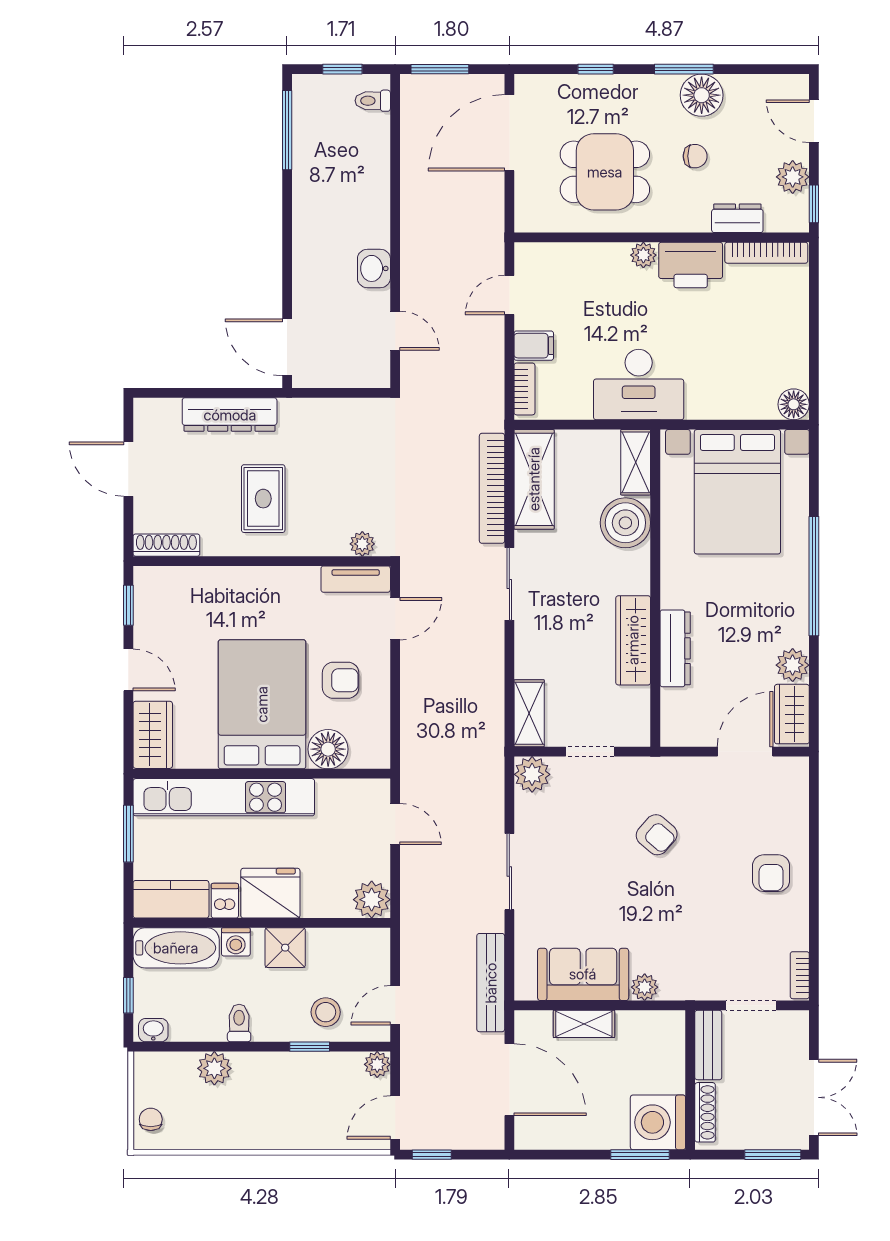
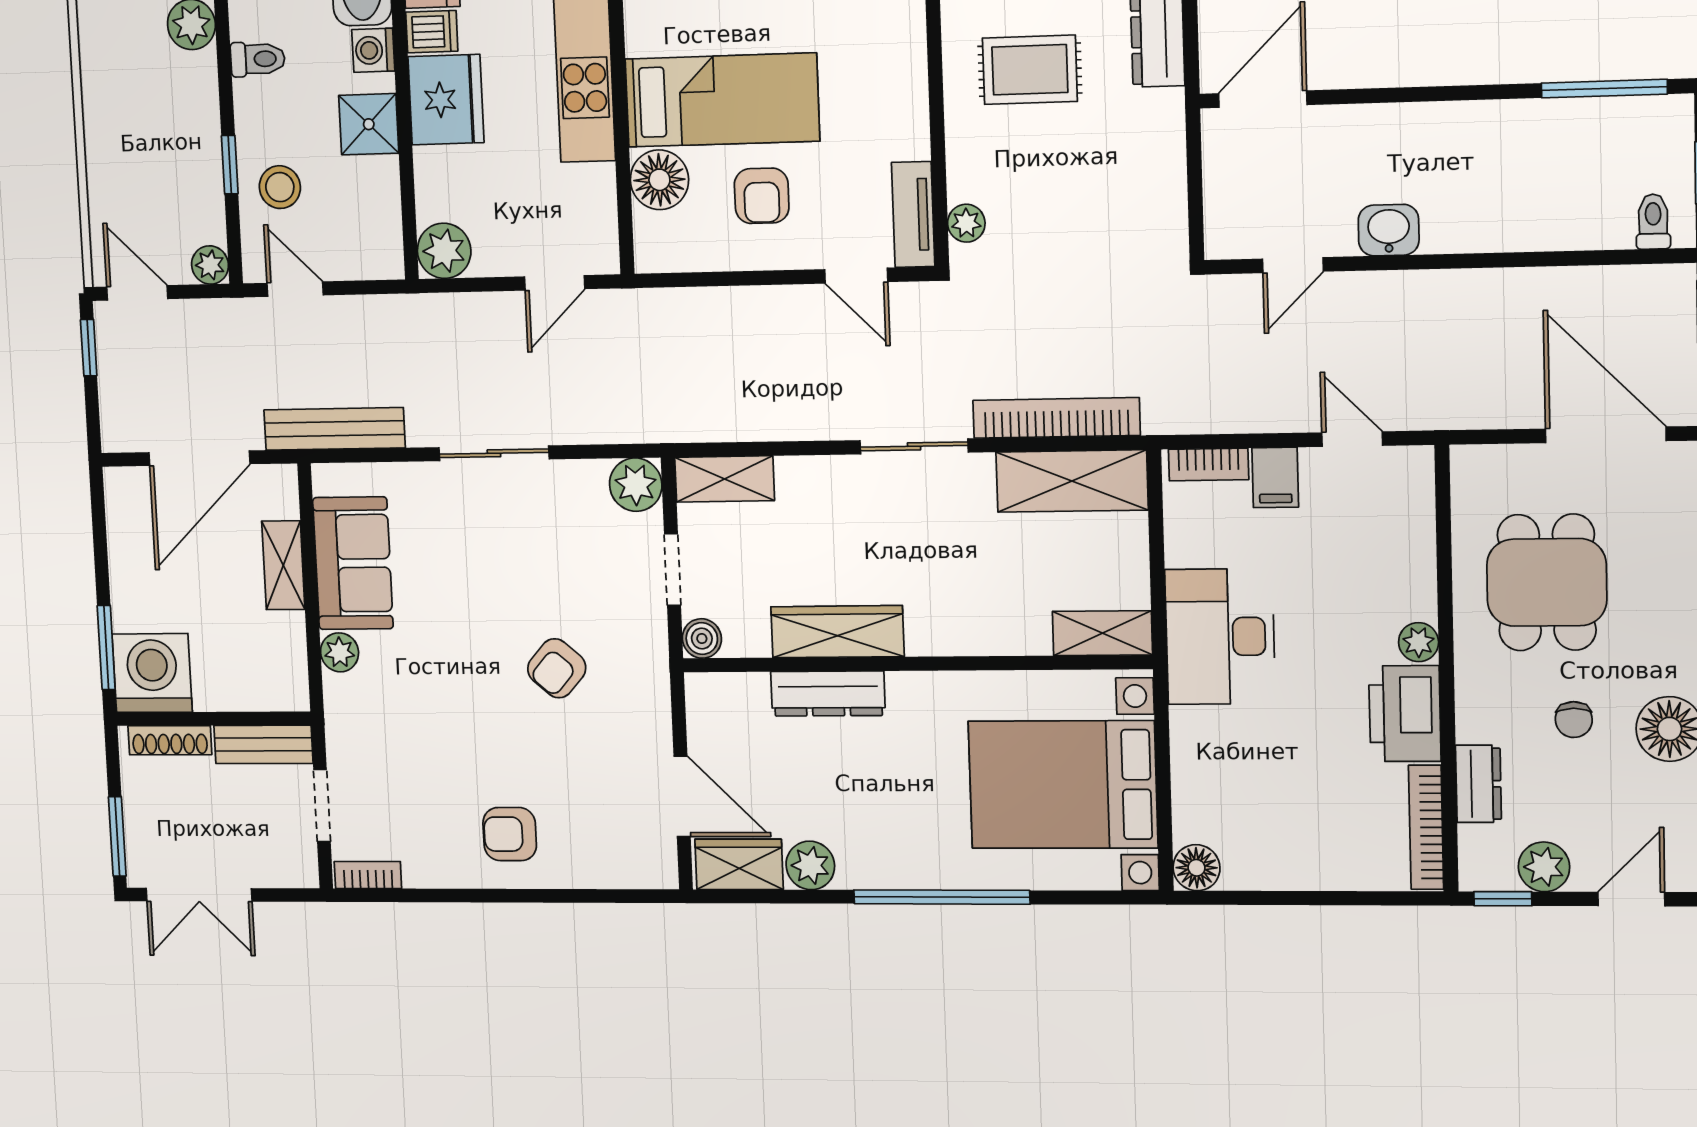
boiler: (625, 523) -> (702, 639), moved, width x0.54, depth x0.54
bed: (262, 704) -> (722, 100), width x0.67

